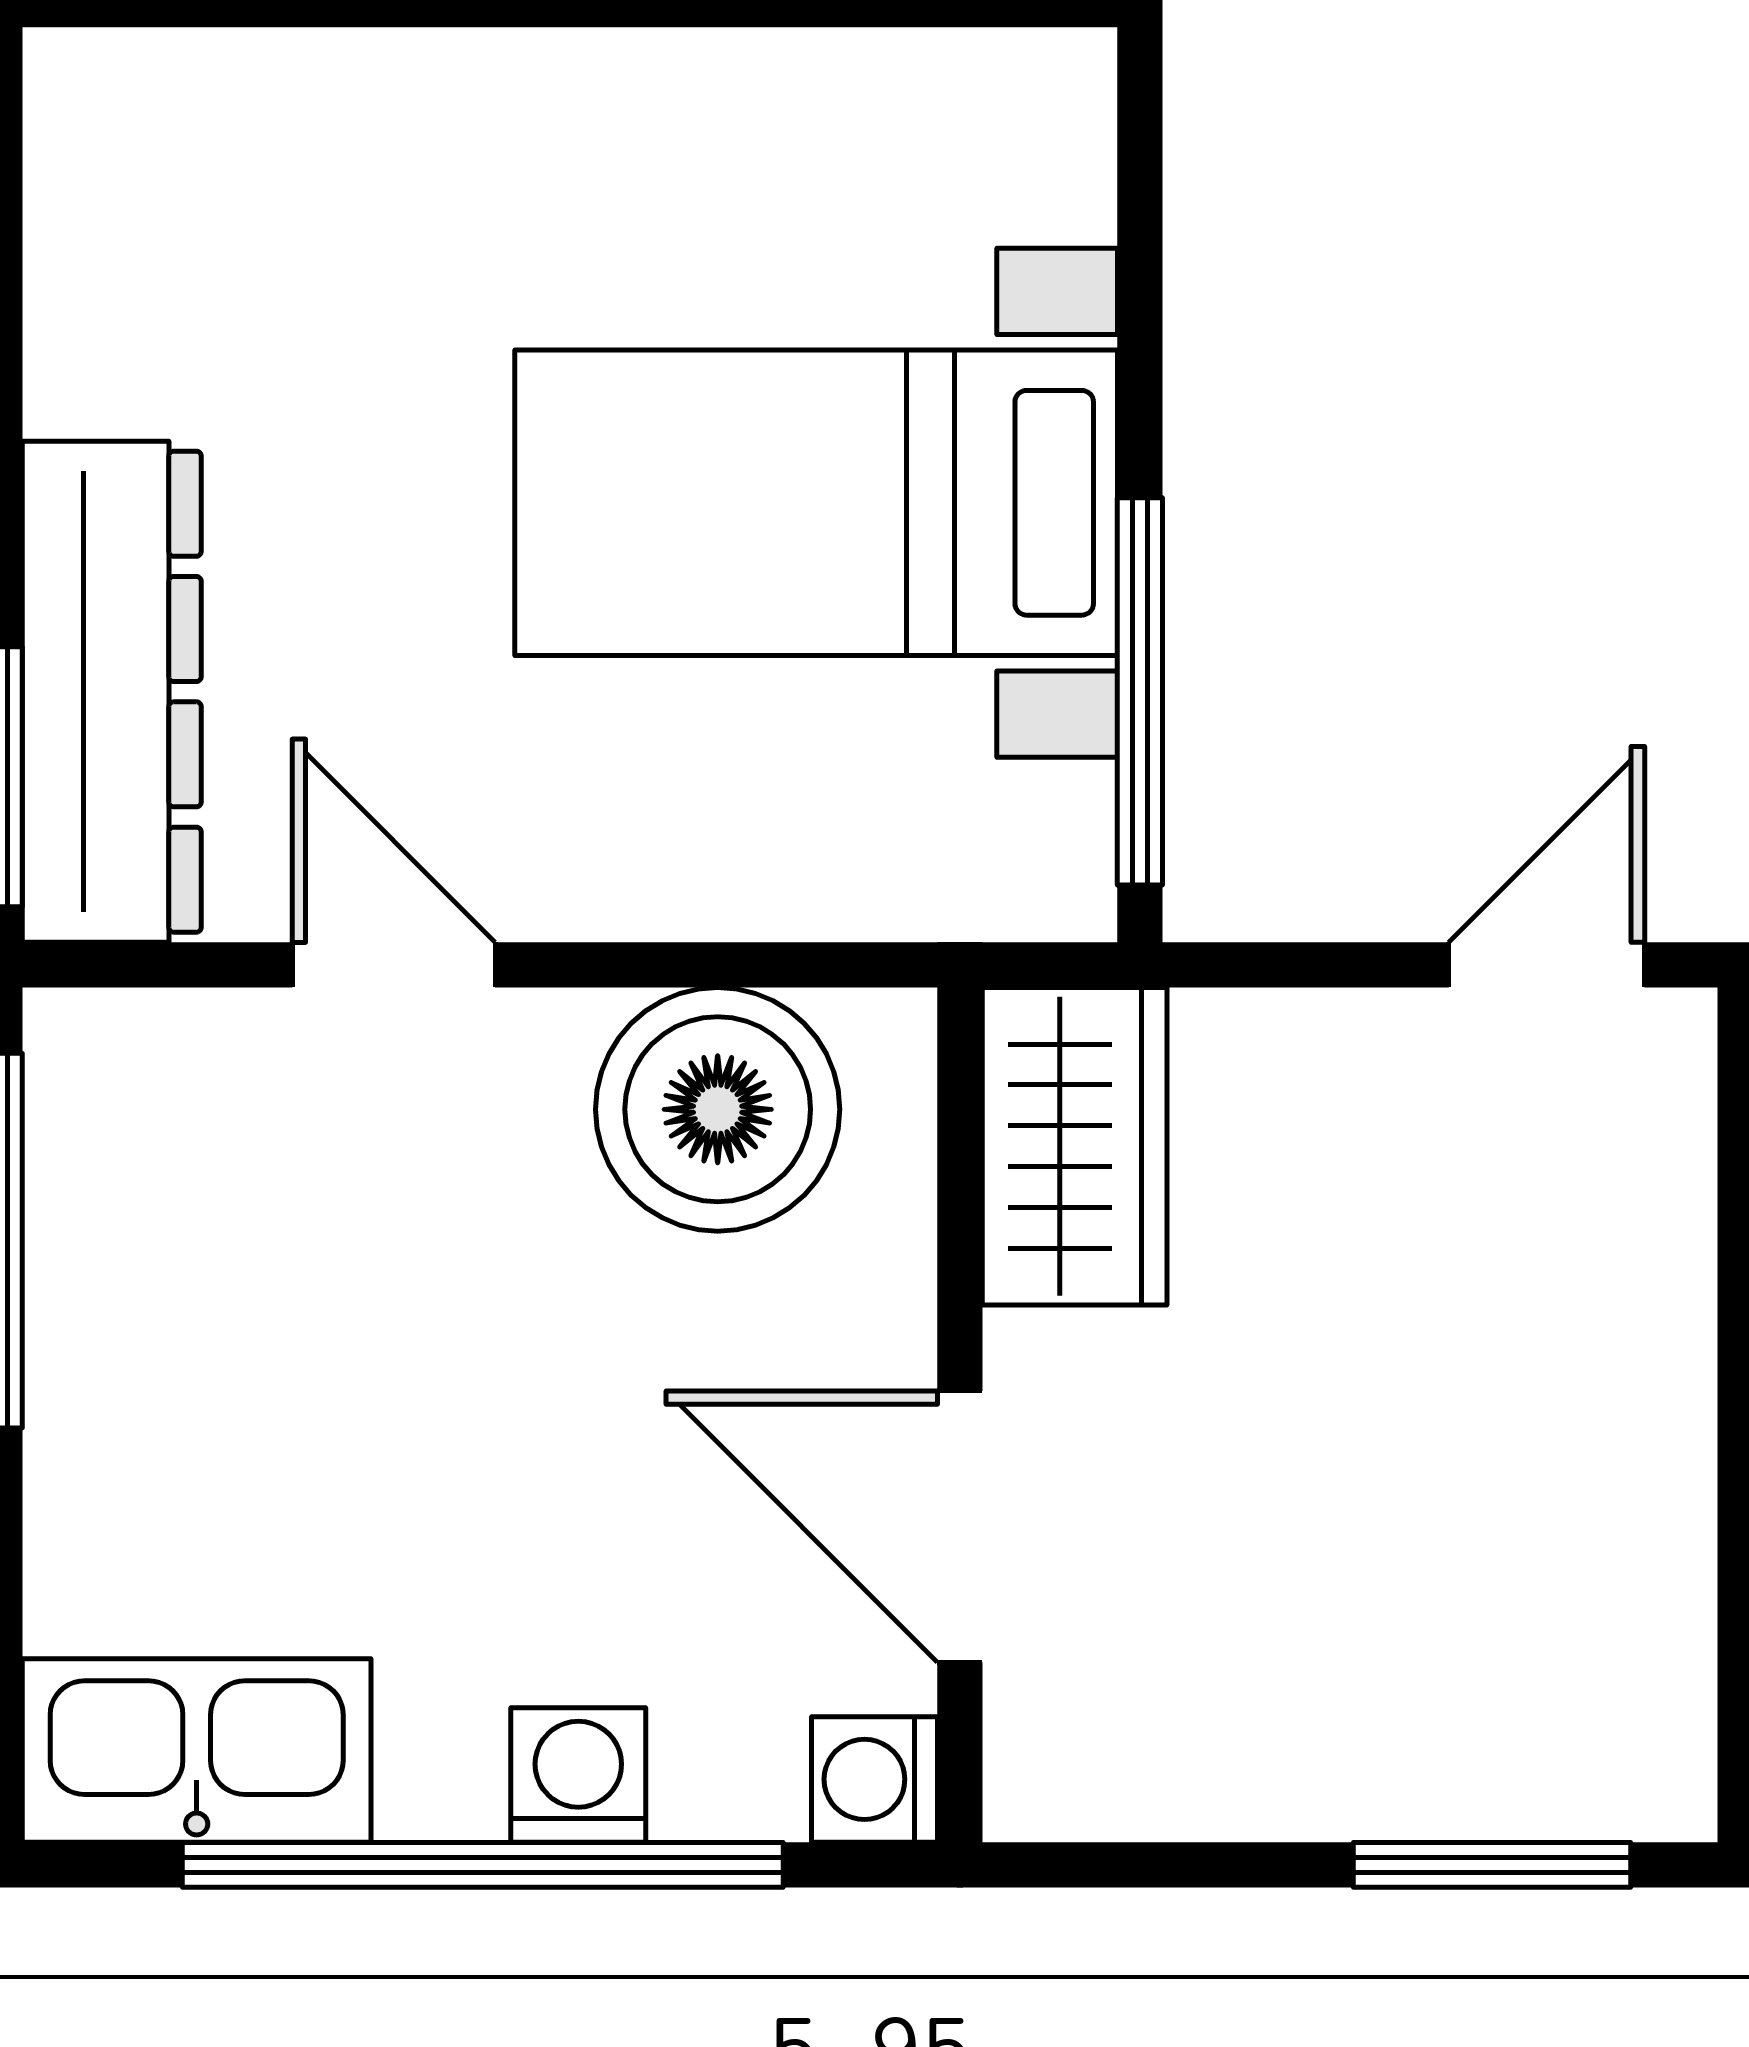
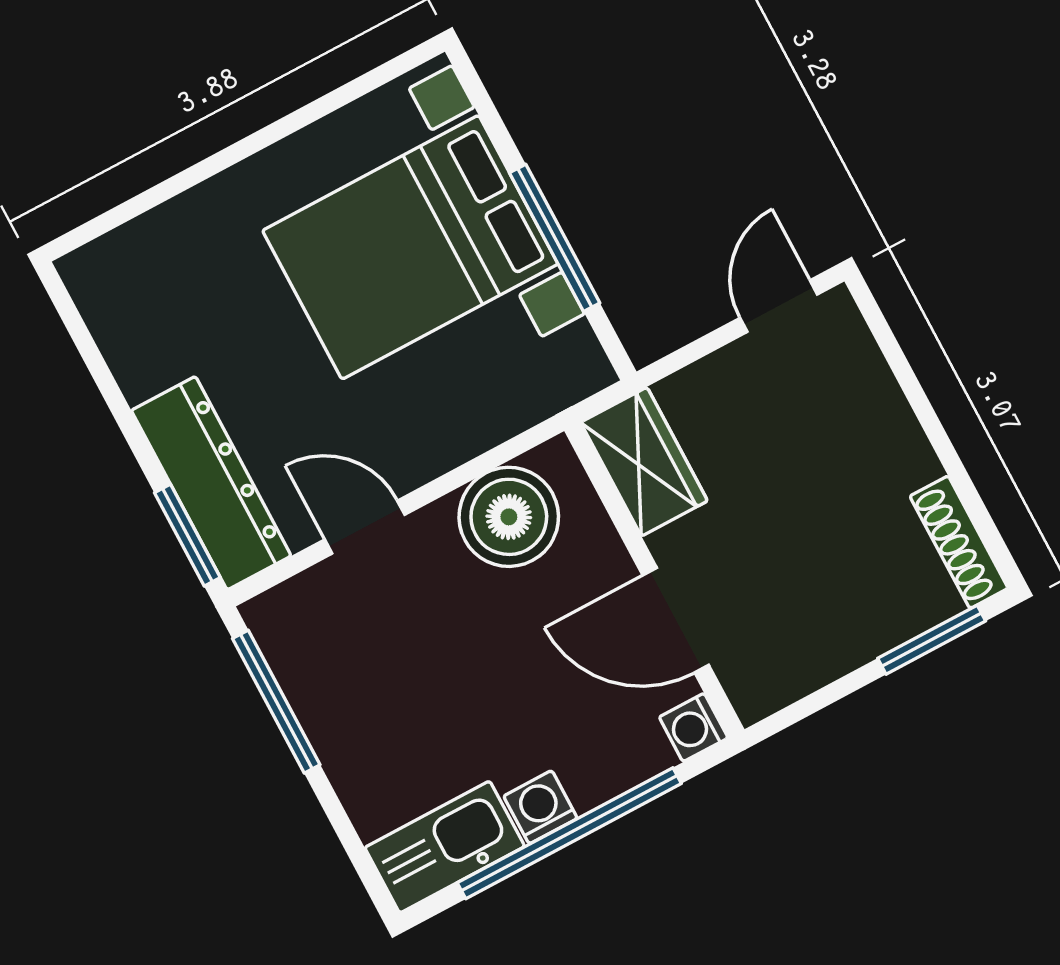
bed with nightstands: (816, 503) -> (410, 247), width x1.36
window: (1140, 691) -> (555, 238), moved
shoe rack: (1664, 1685) -> (959, 542), added
washing machine: (578, 1775) -> (540, 807), moved

